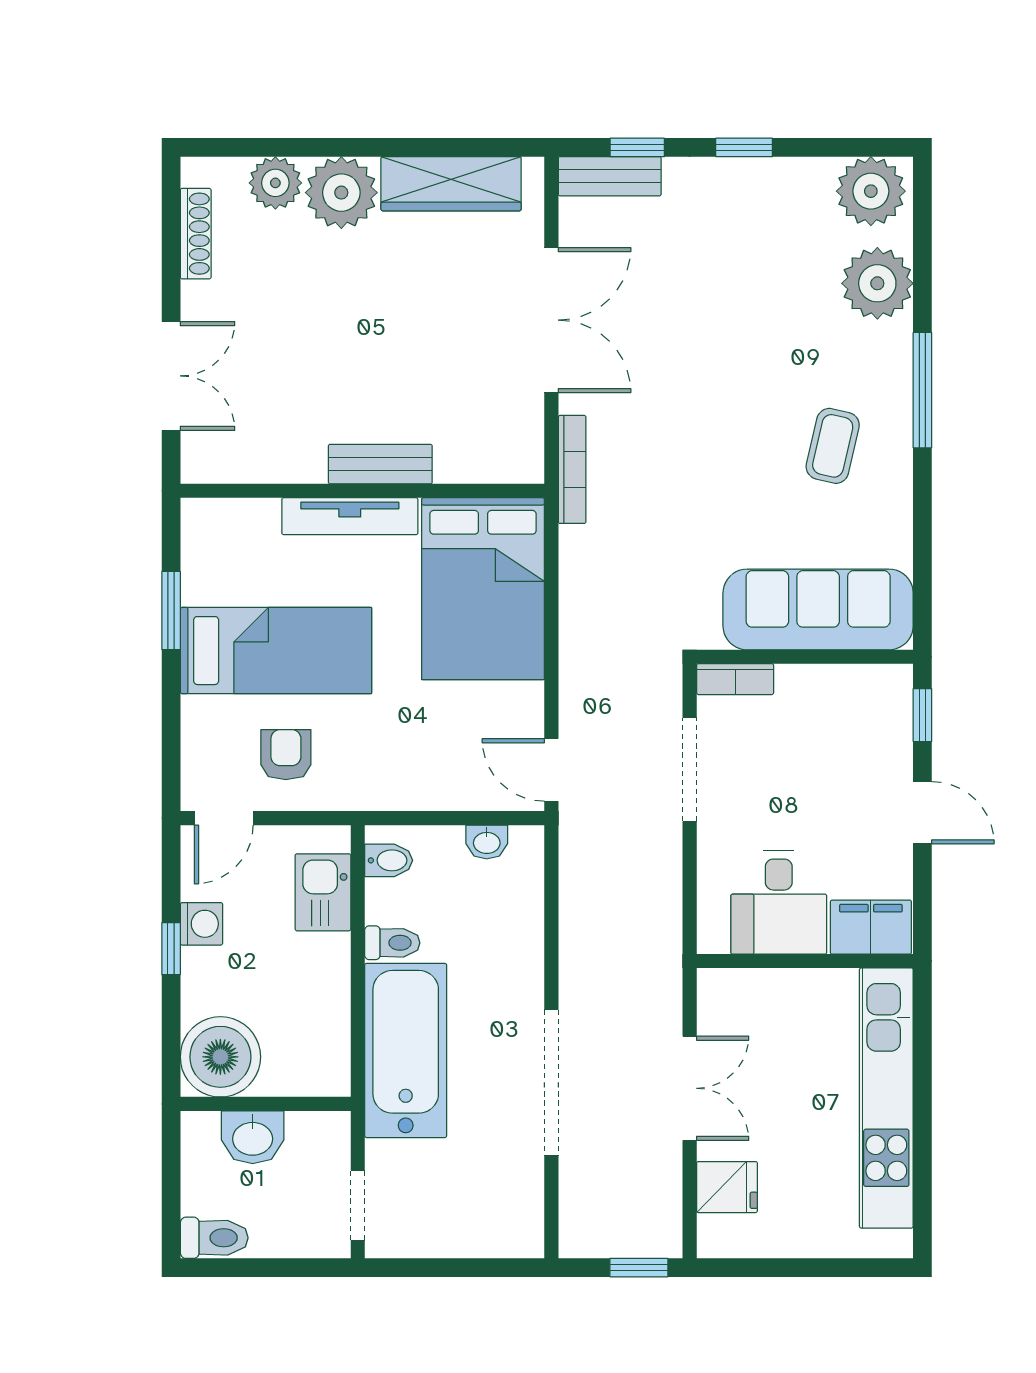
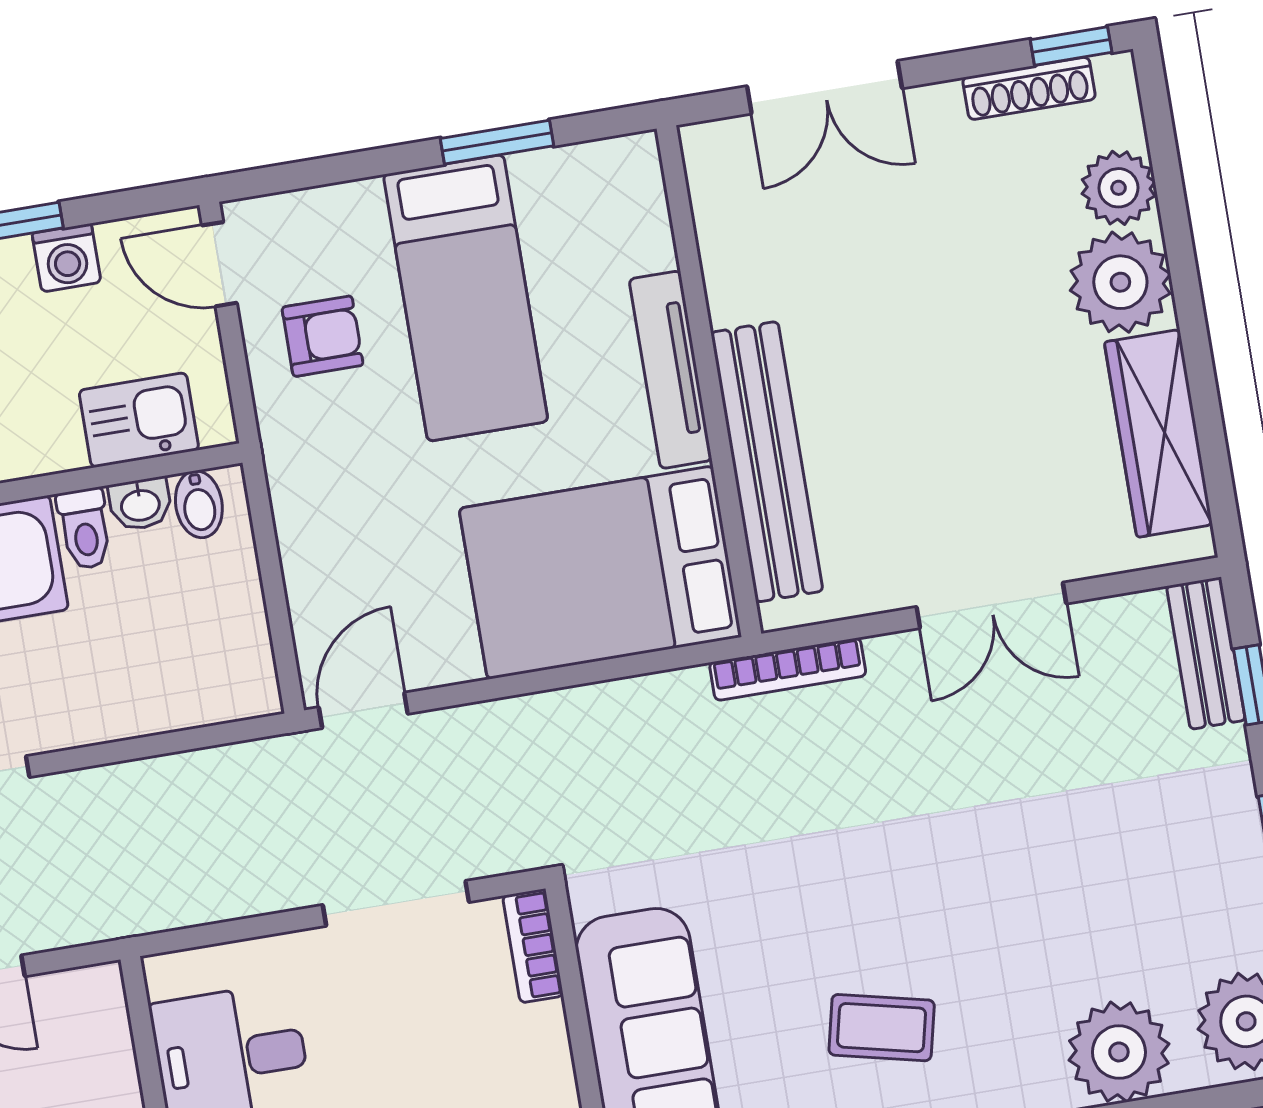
window: (171, 199) -> (1071, 46), added
double door: (551, 320) -> (991, 605), width x0.73
bench: (380, 464) -> (767, 462), width x1.86, depth x1.21
washbasin: (487, 842) -> (140, 504), moved, turned -90

